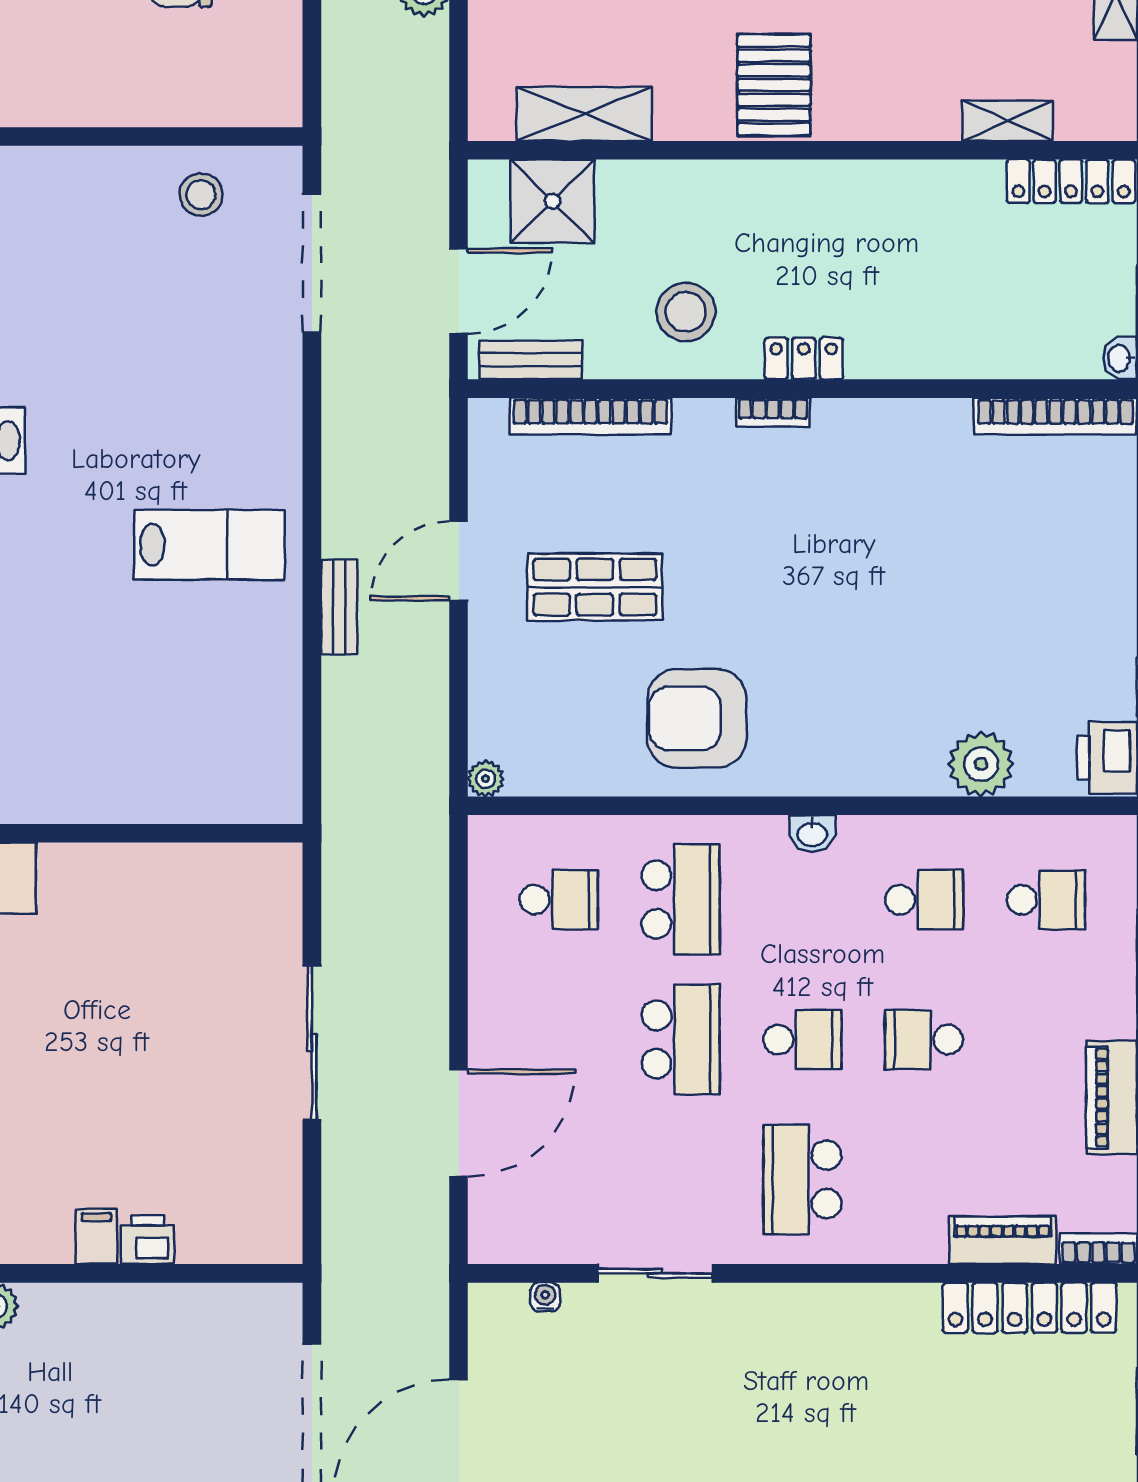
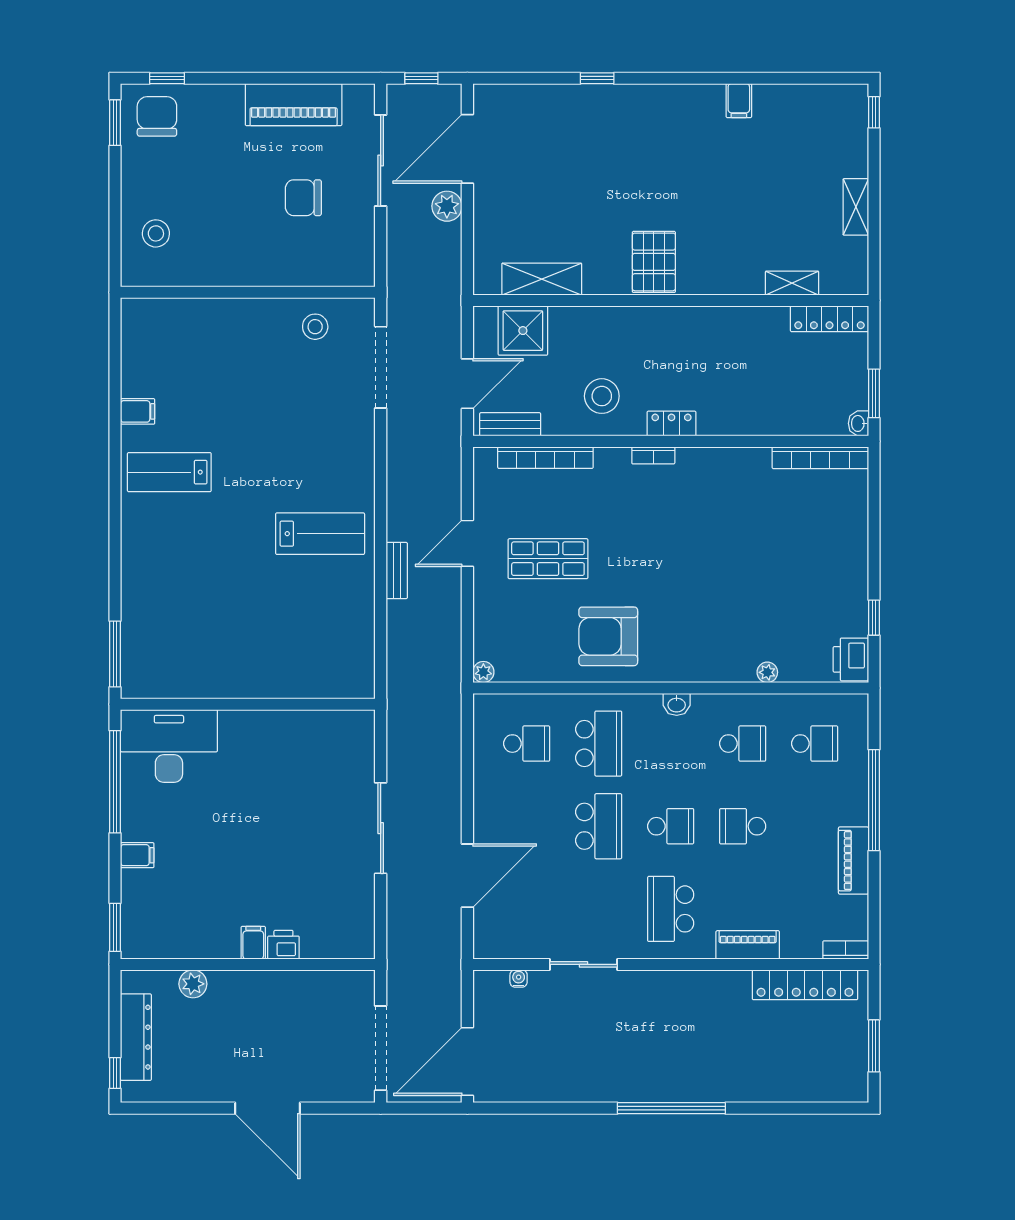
plant: (981, 764) -> (767, 672), width x0.53, depth x0.53
piano: (1003, 1240) -> (748, 945), moved

